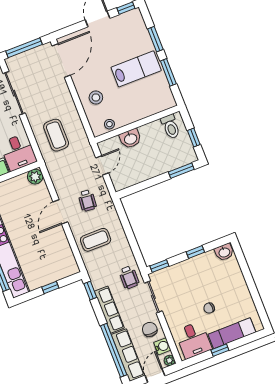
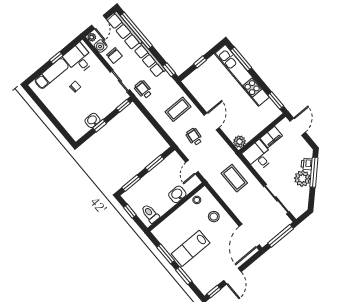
window: (145, 185) -> (155, 163), added
washbasin: (224, 252) -> (93, 120), moved

